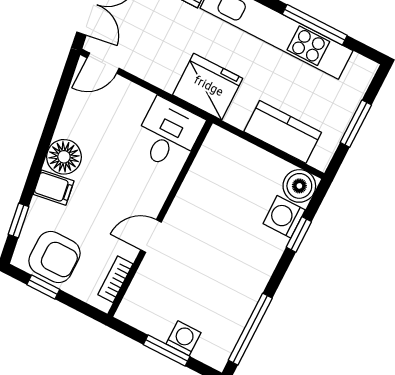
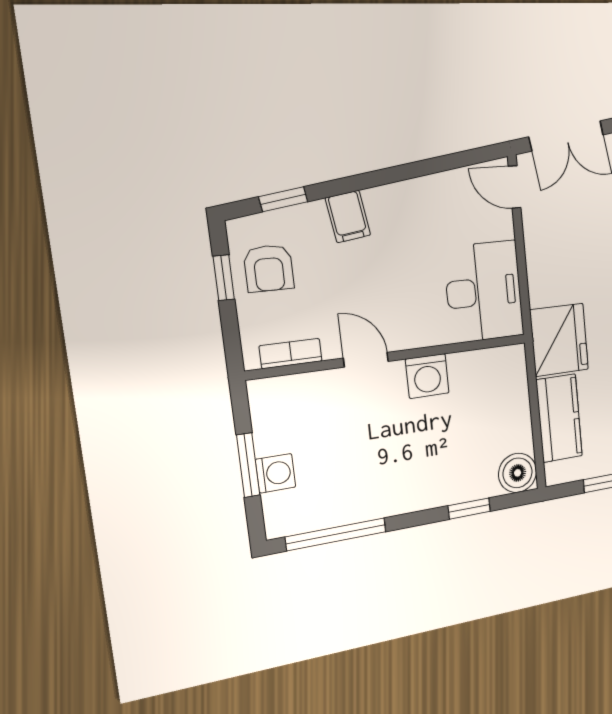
fridge: (208, 87) -> (559, 340), moved
desk: (168, 134) -> (484, 292), width x1.37
floor lamp: (64, 157) -> (390, 207), removed
washing machine: (284, 217) -> (427, 376), moved, turned 180
armchair: (55, 257) -> (269, 268), width x0.72, depth x0.72

